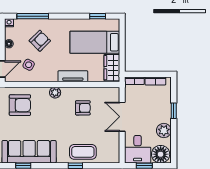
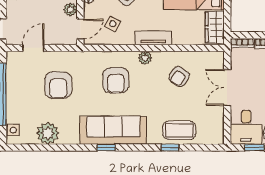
tv unit: (73, 76) -> (153, 38), moved
armchair: (20, 105) -> (116, 80), moved, turned 90
armchair: (83, 108) -> (179, 76), turned 123

